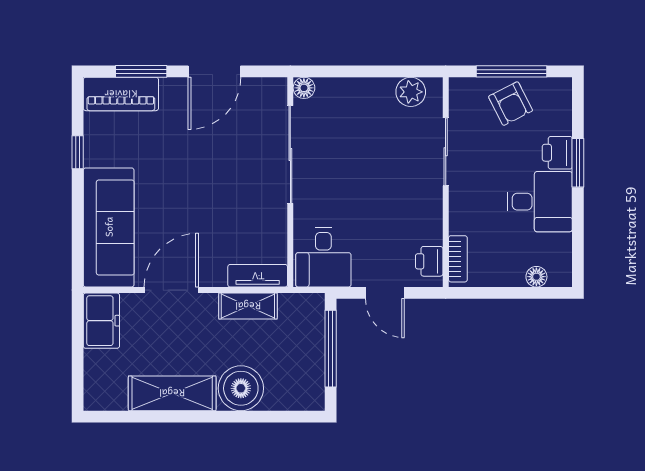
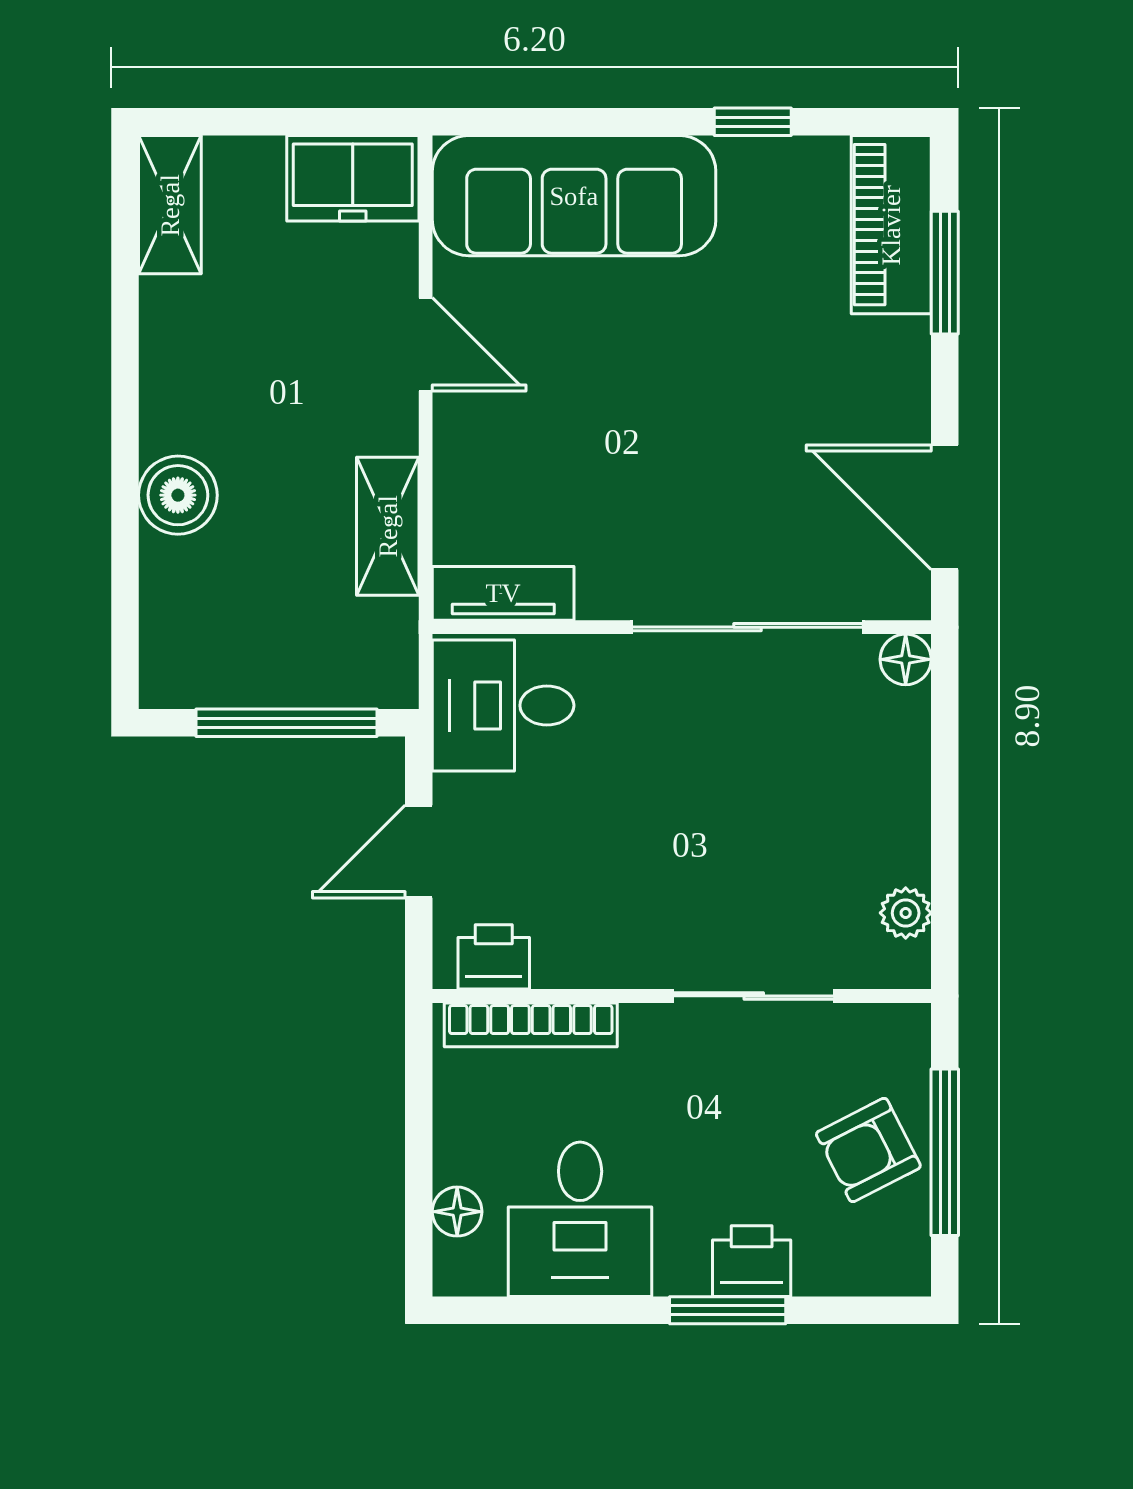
door: (214, 71) -> (945, 507), moved
plant: (411, 92) -> (906, 913), width x0.73, depth x0.73
desk: (540, 202) -> (580, 1219), moved
bookcase: (458, 259) -> (531, 1025), width x1.56
tv unit: (258, 276) -> (503, 593), moved, turned -90
door: (171, 290) -> (426, 344), width x0.73
boiler: (241, 388) -> (178, 495), width x0.73, depth x0.73
shelving: (172, 393) -> (170, 205), moved, width x0.67, depth x0.75

